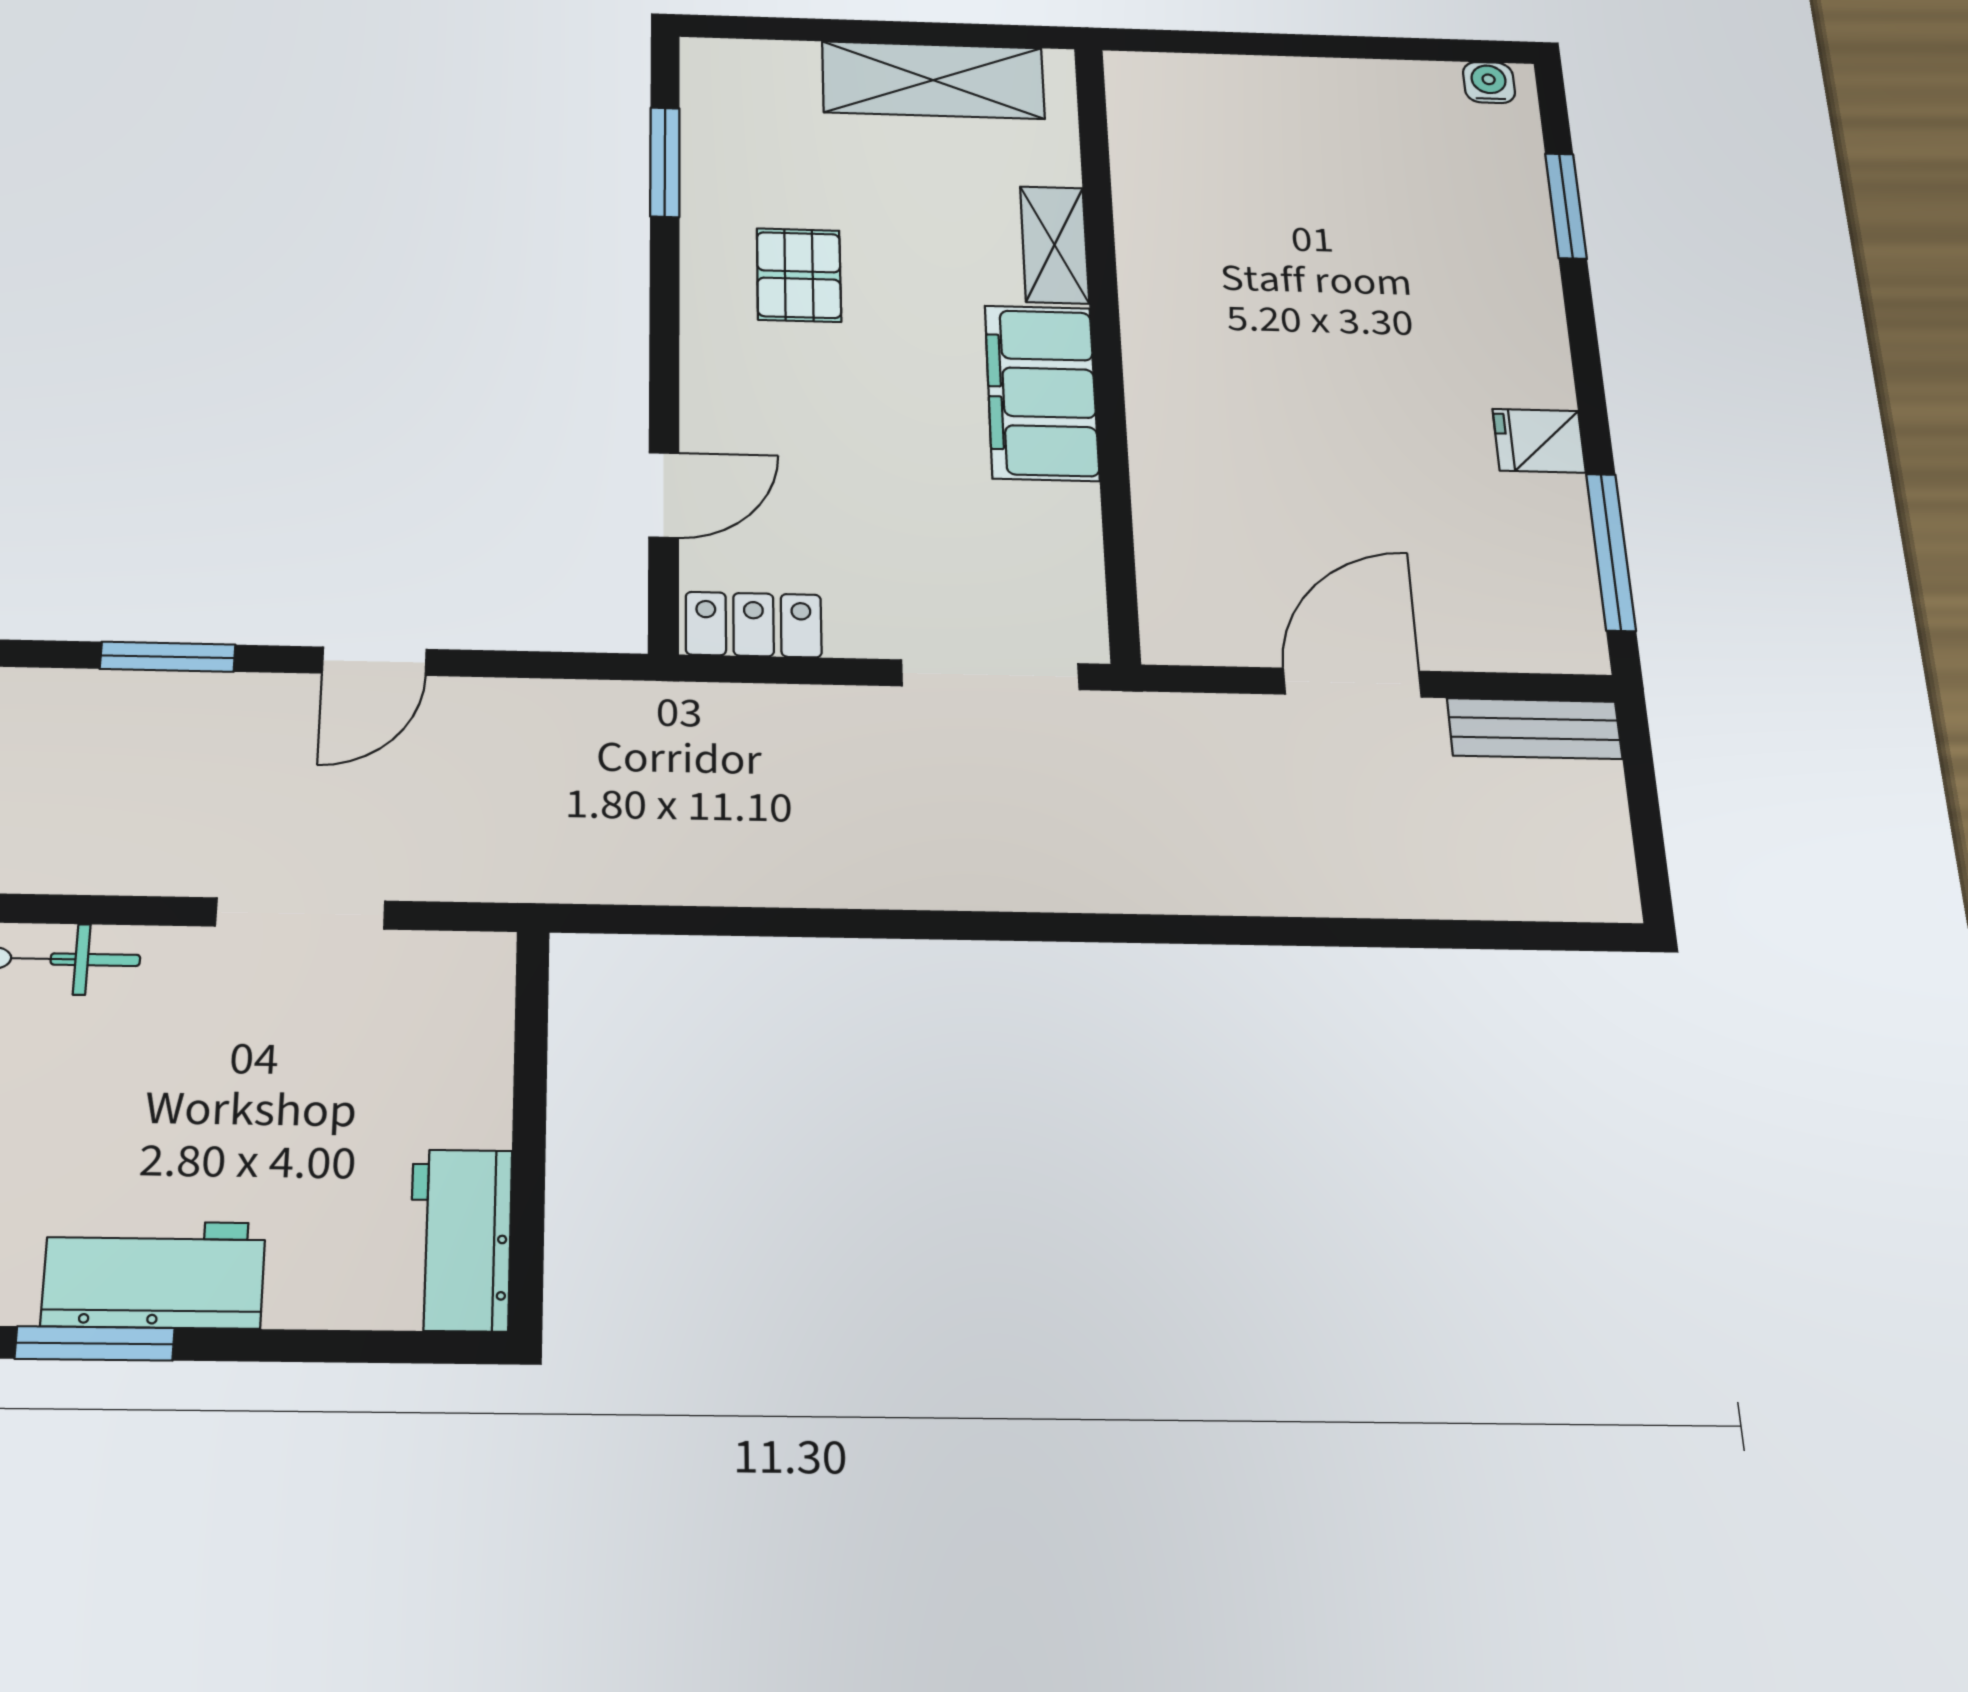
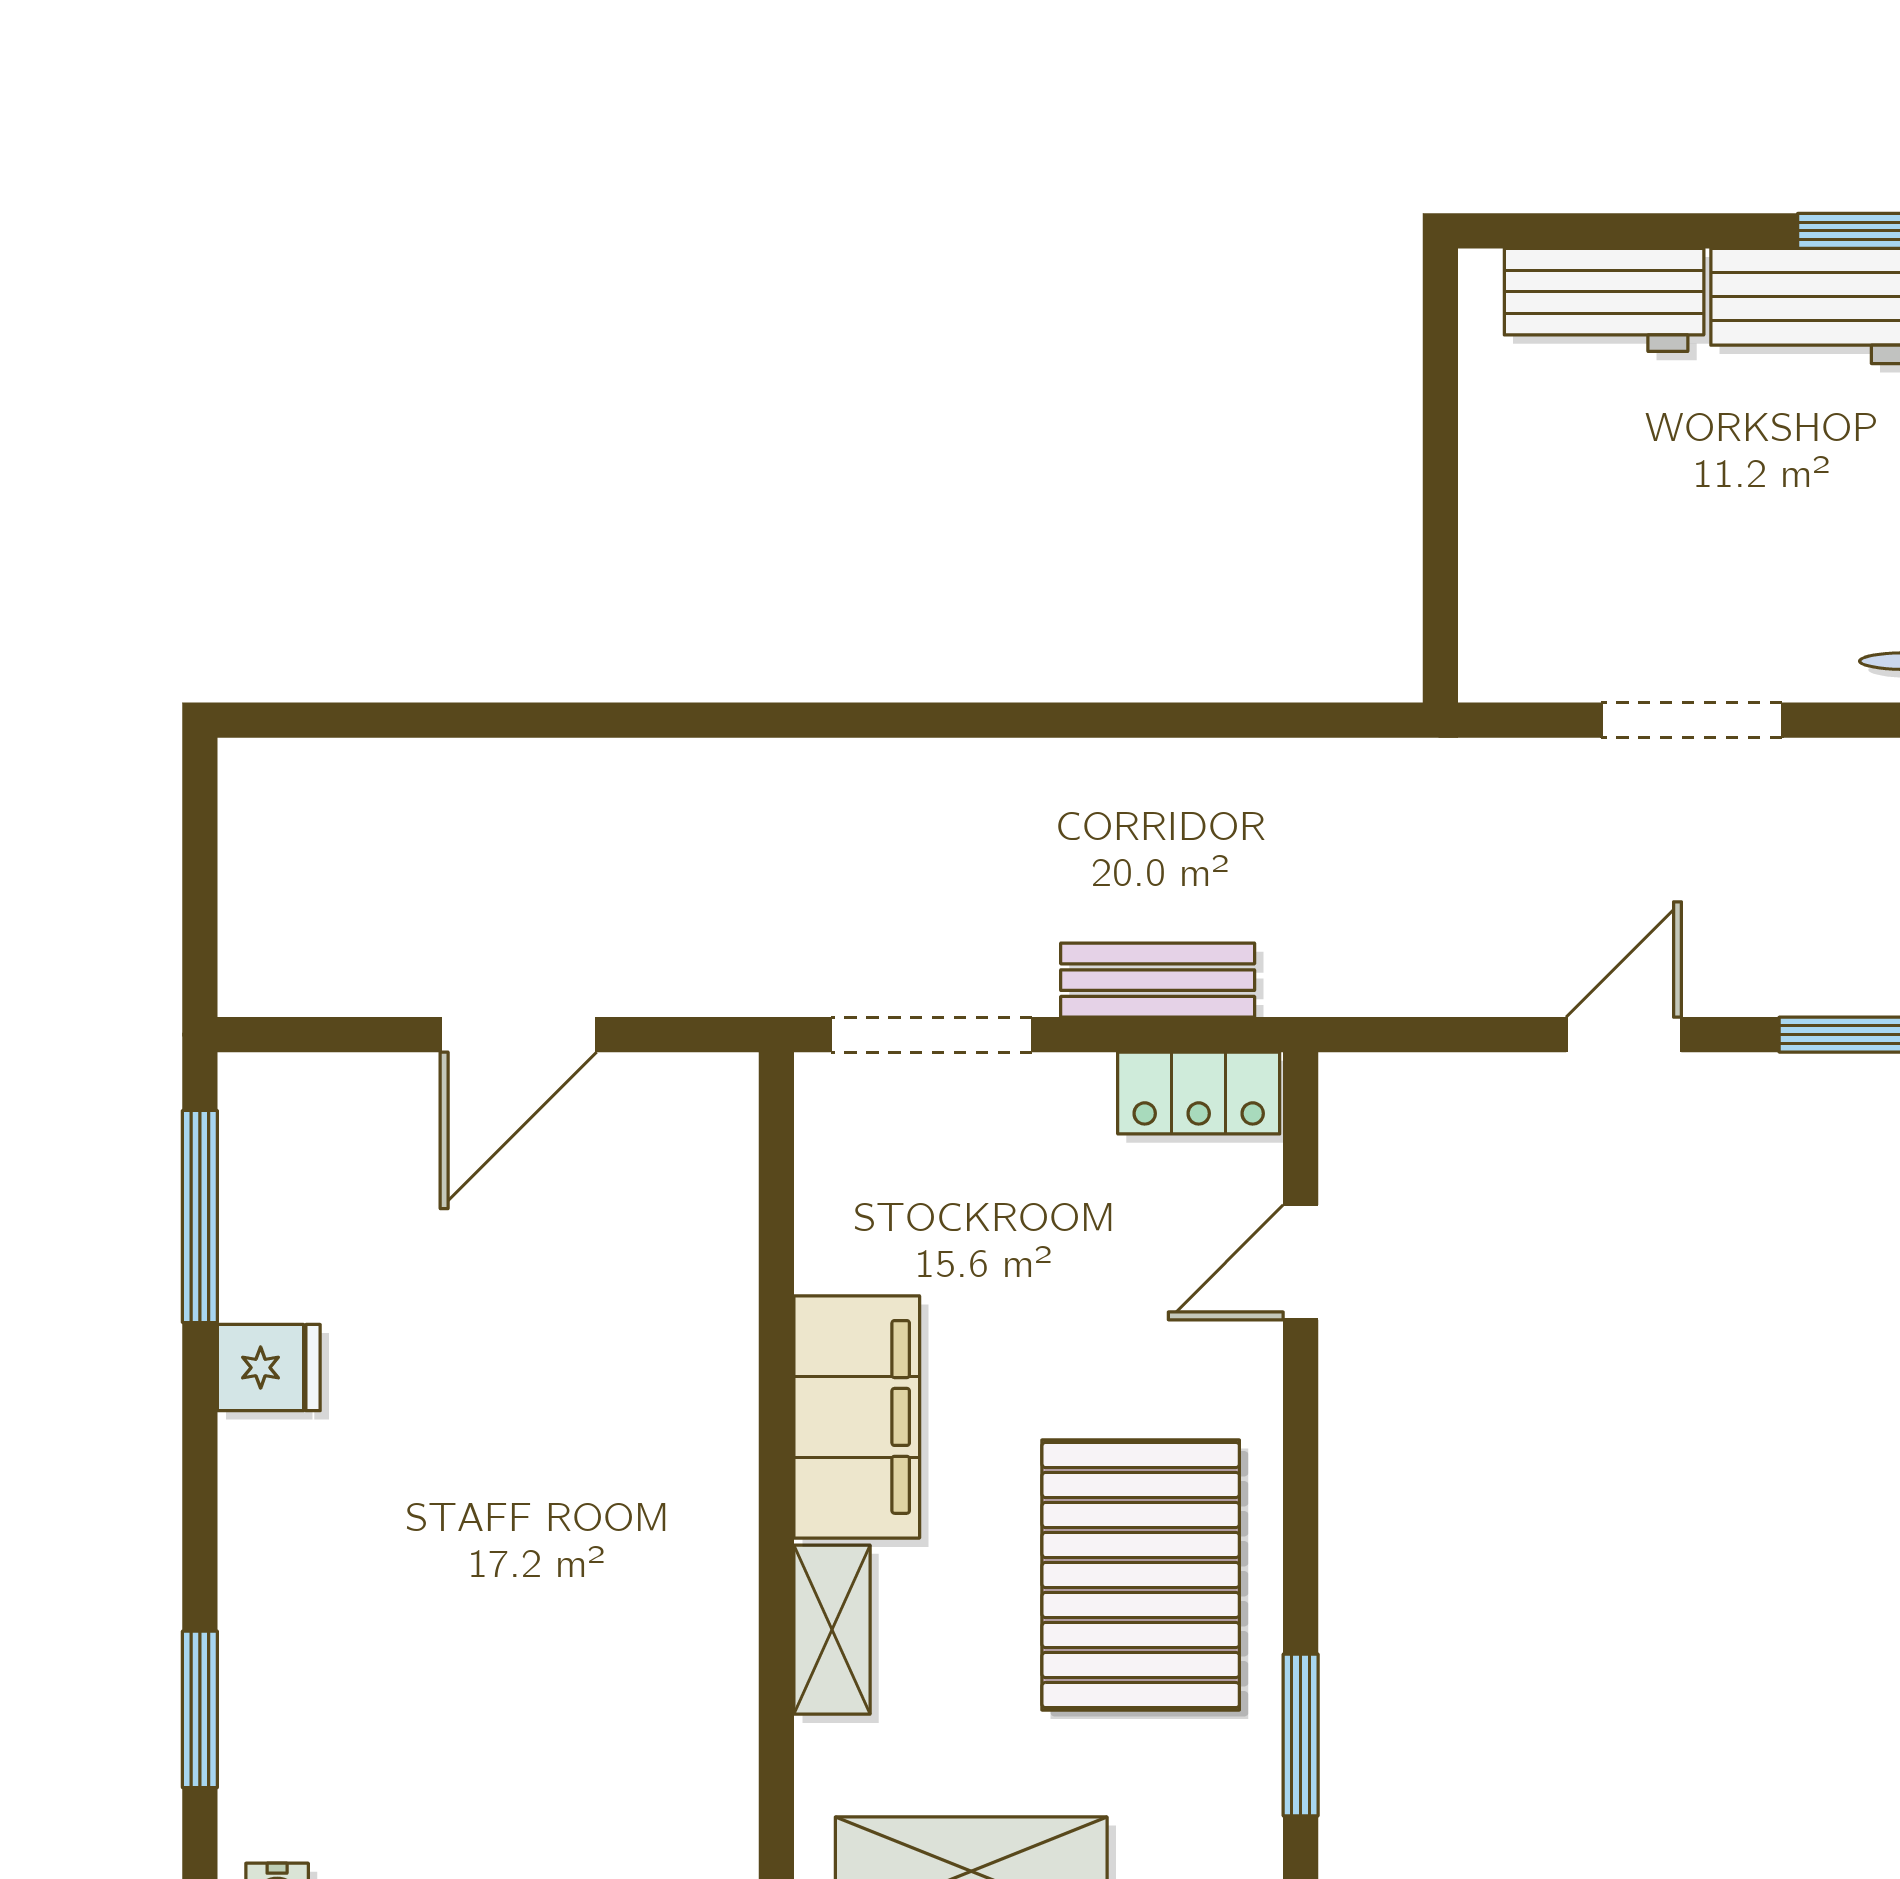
pallet: (799, 275) -> (1141, 1575), width x2.05, depth x2.00
bench: (1534, 729) -> (1158, 980), moved
workbench: (460, 1240) -> (1604, 300), moved, turned 90

